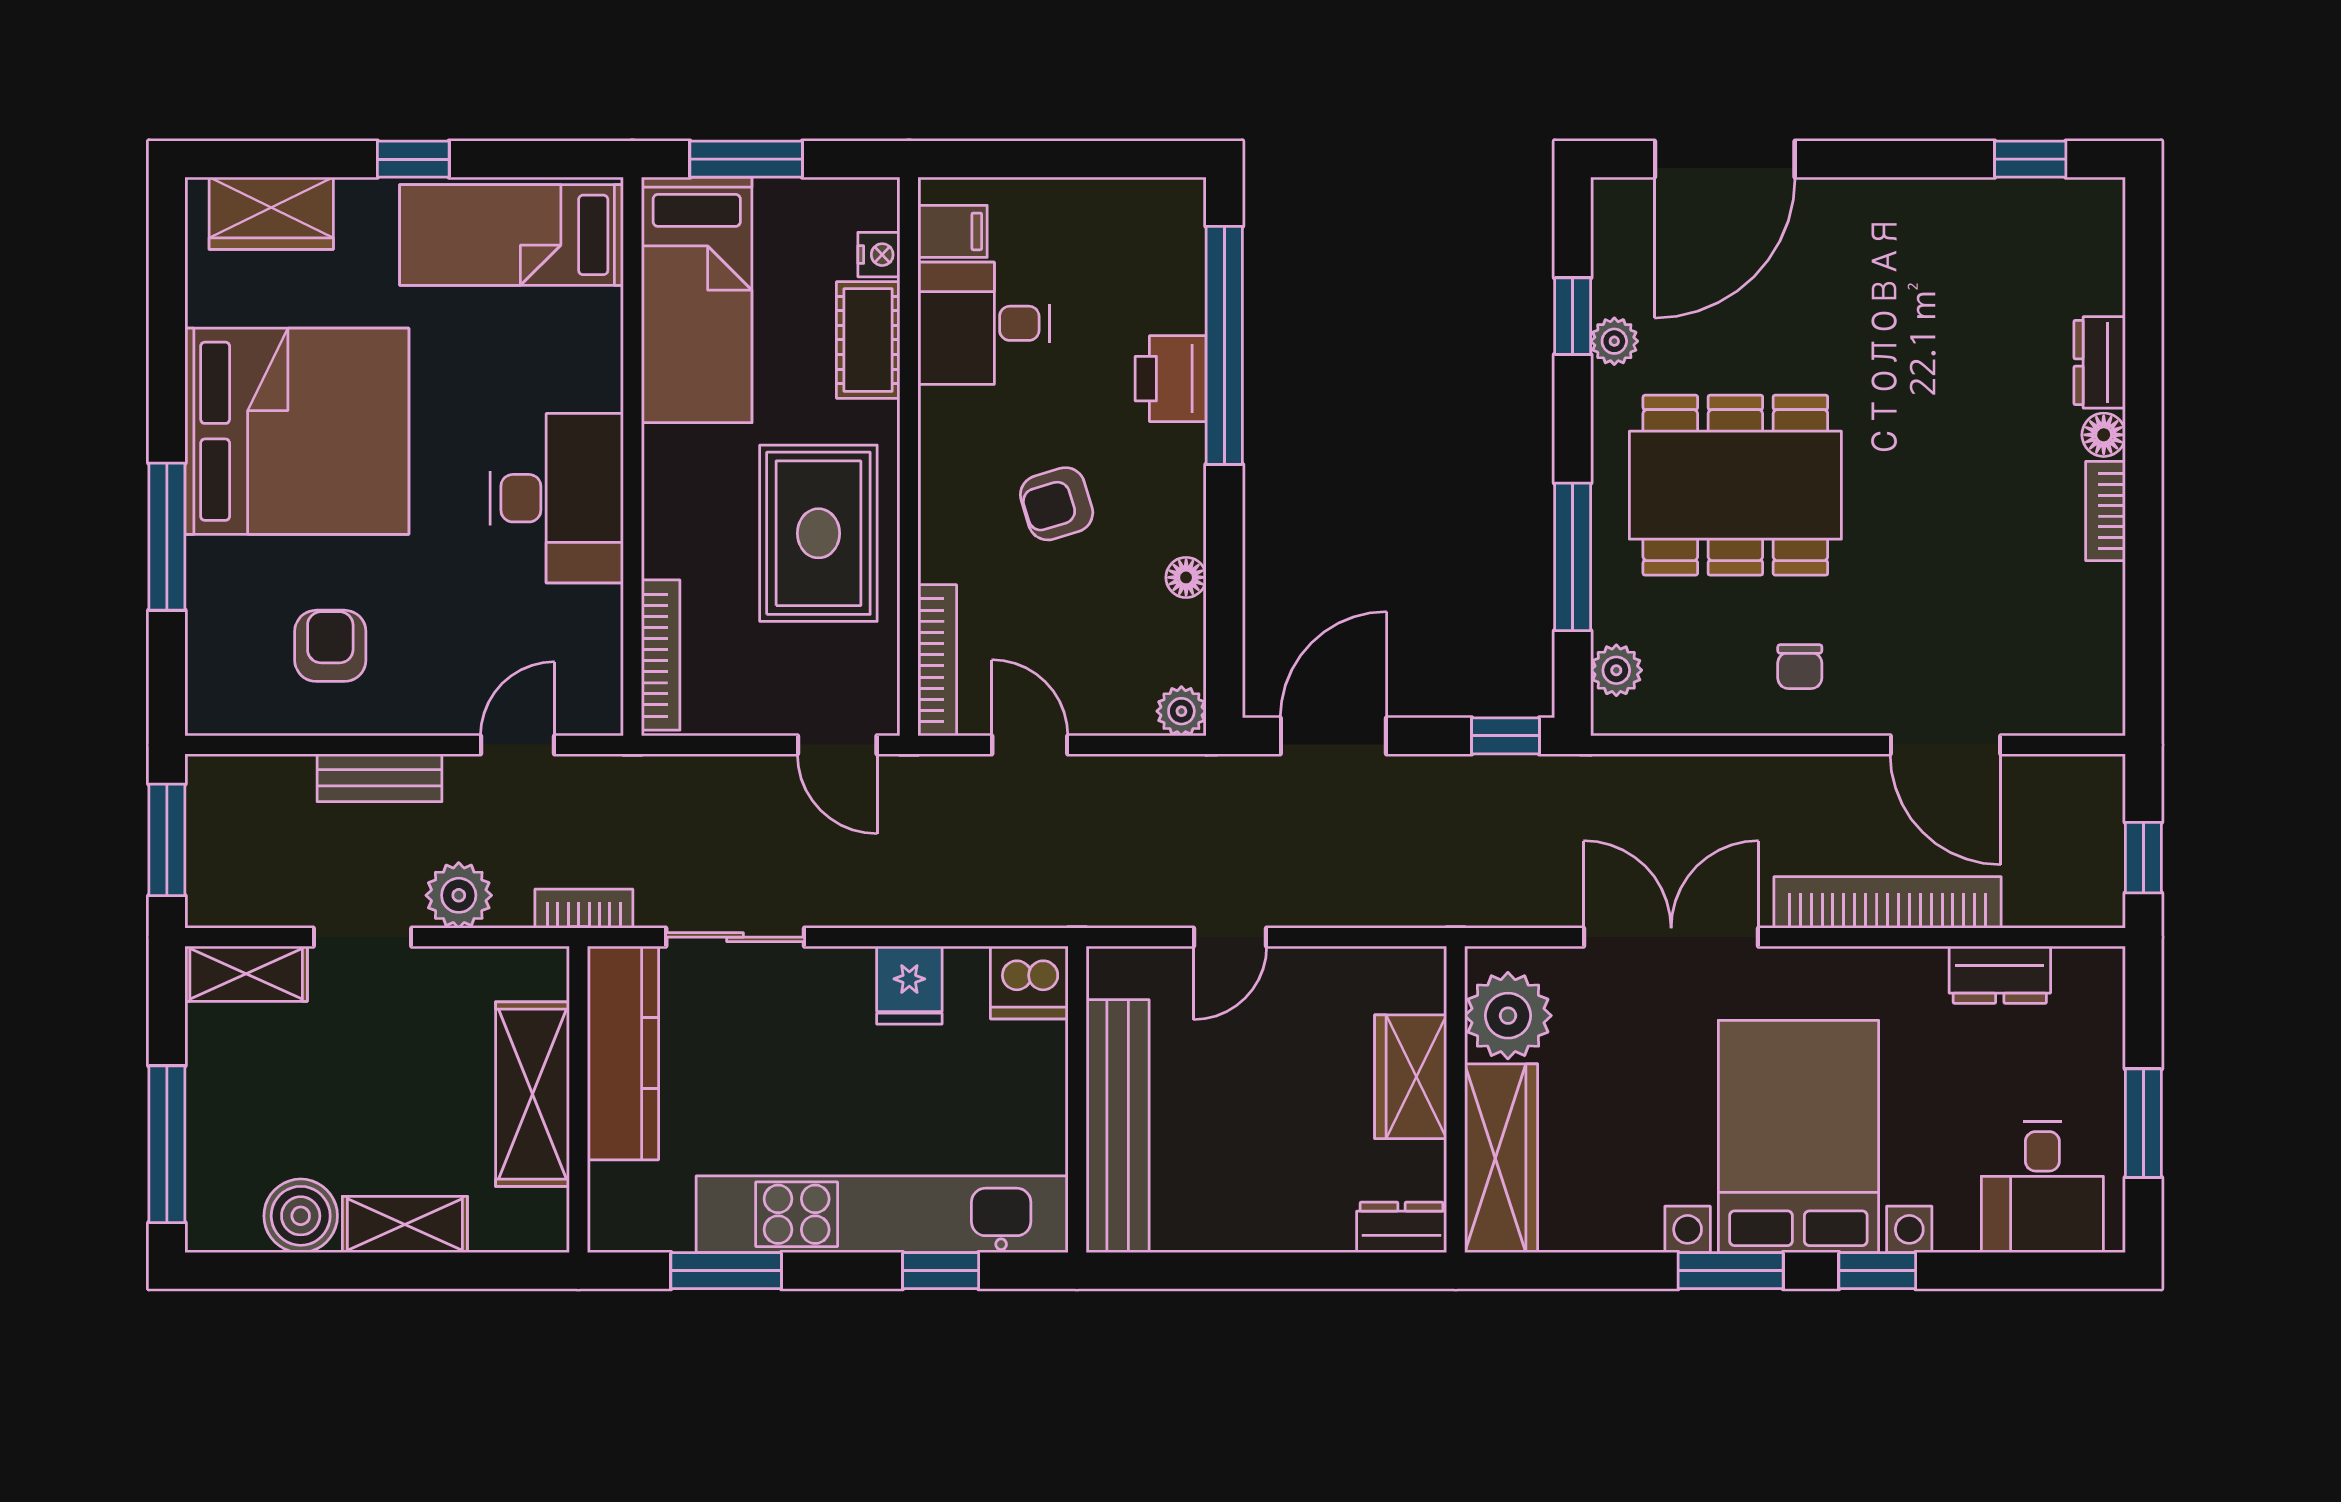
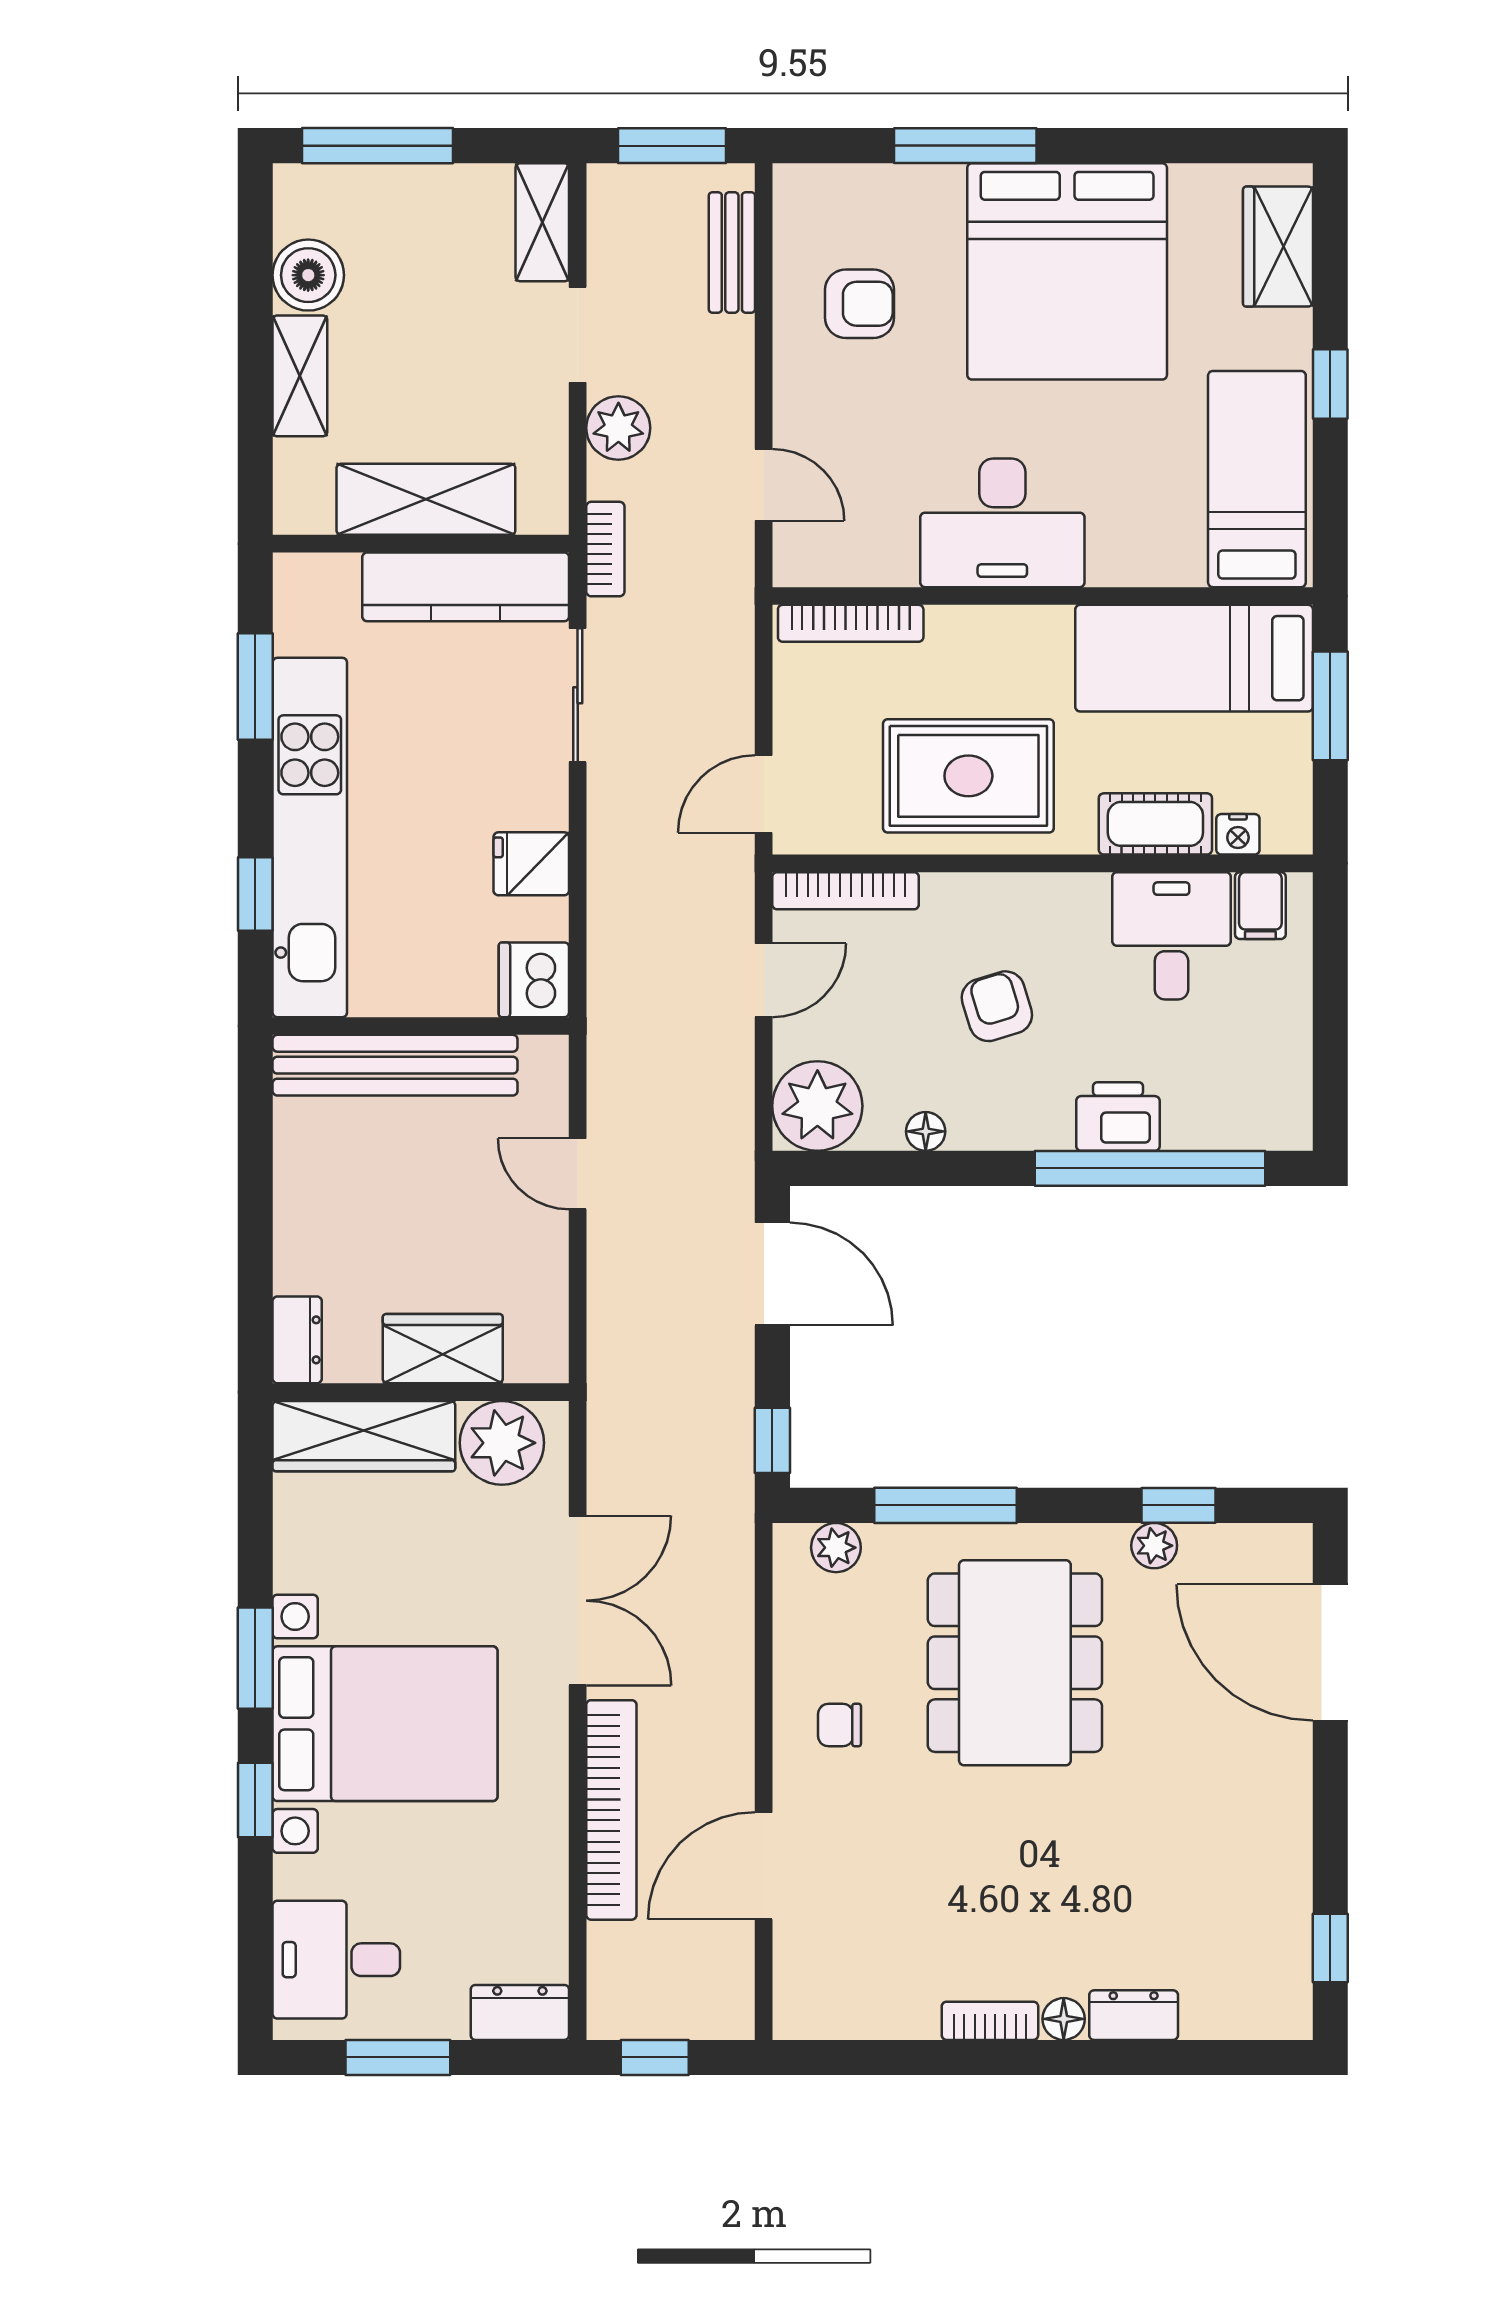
plant: (1181, 711) -> (817, 1106), width x1.87, depth x1.87
bench: (380, 778) -> (732, 252), moved
dresser: (2000, 975) -> (520, 2012), moved, turned 90

